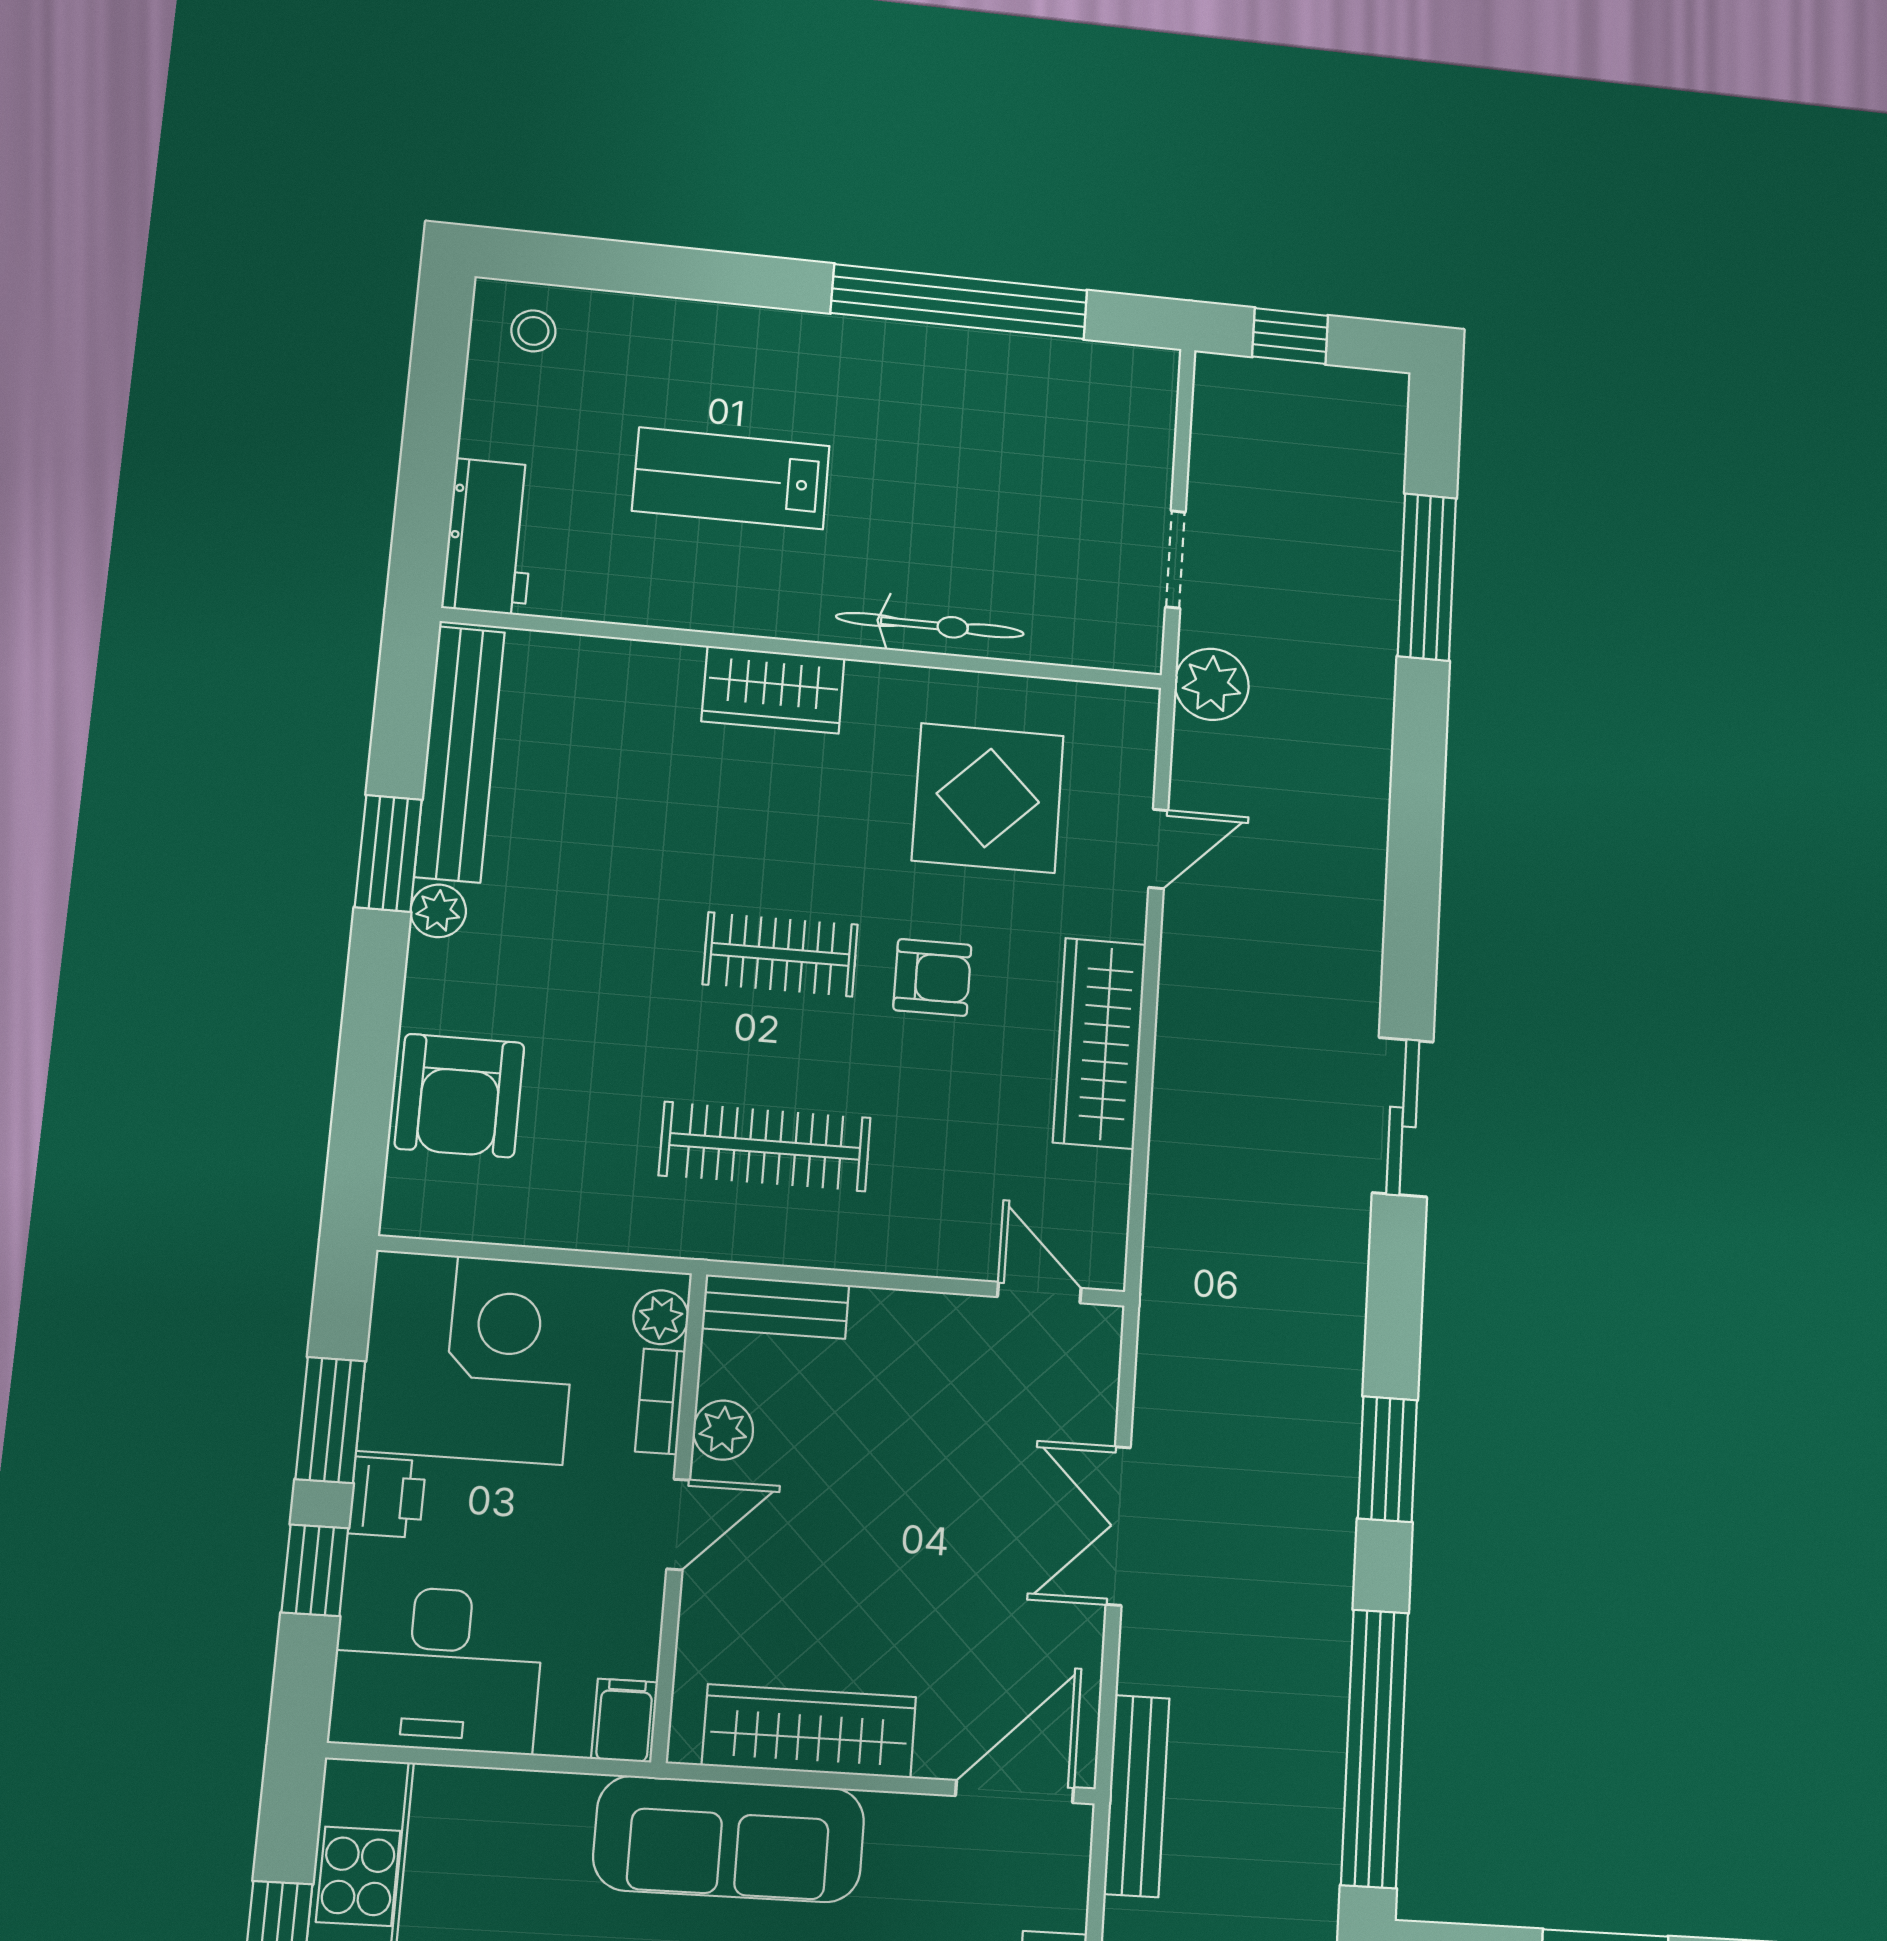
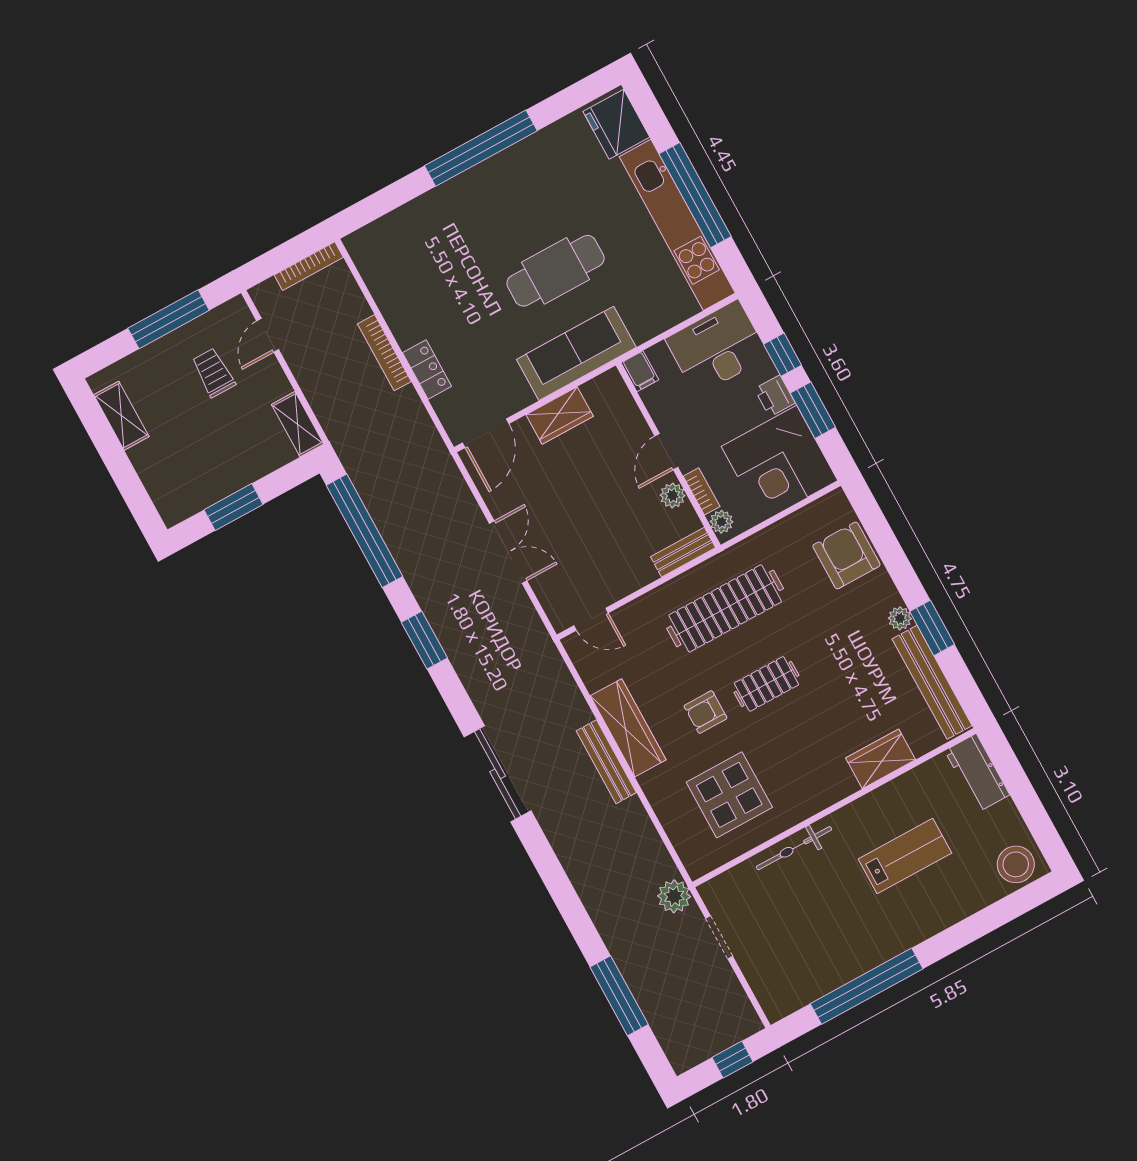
stool: (533, 331) -> (1016, 864), width x1.89, depth x1.89
wardrobe: (773, 690) -> (881, 759), moved
door: (1158, 849) -> (653, 818), removed
sliding door: (1403, 1117) -> (498, 774), width x1.37
clothes rail: (765, 1147) -> (725, 608), width x1.37, depth x1.31
wardrobe: (809, 1731) -> (560, 415), width x0.67
bench: (1137, 1796) -> (606, 762), moved

